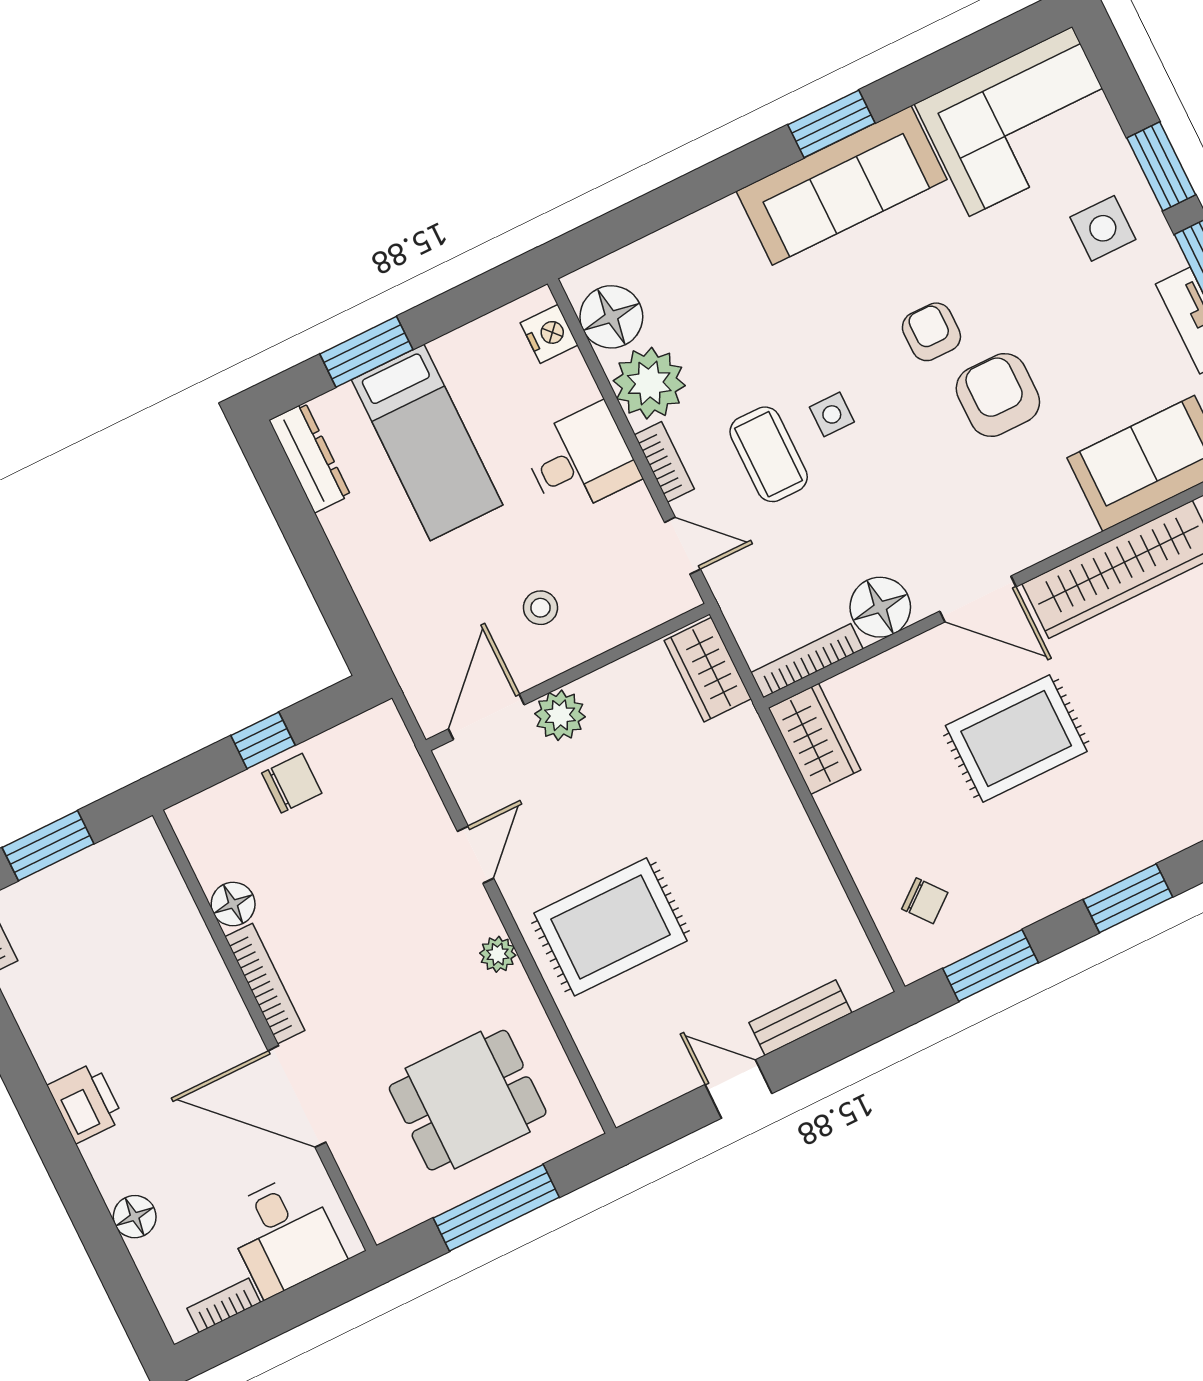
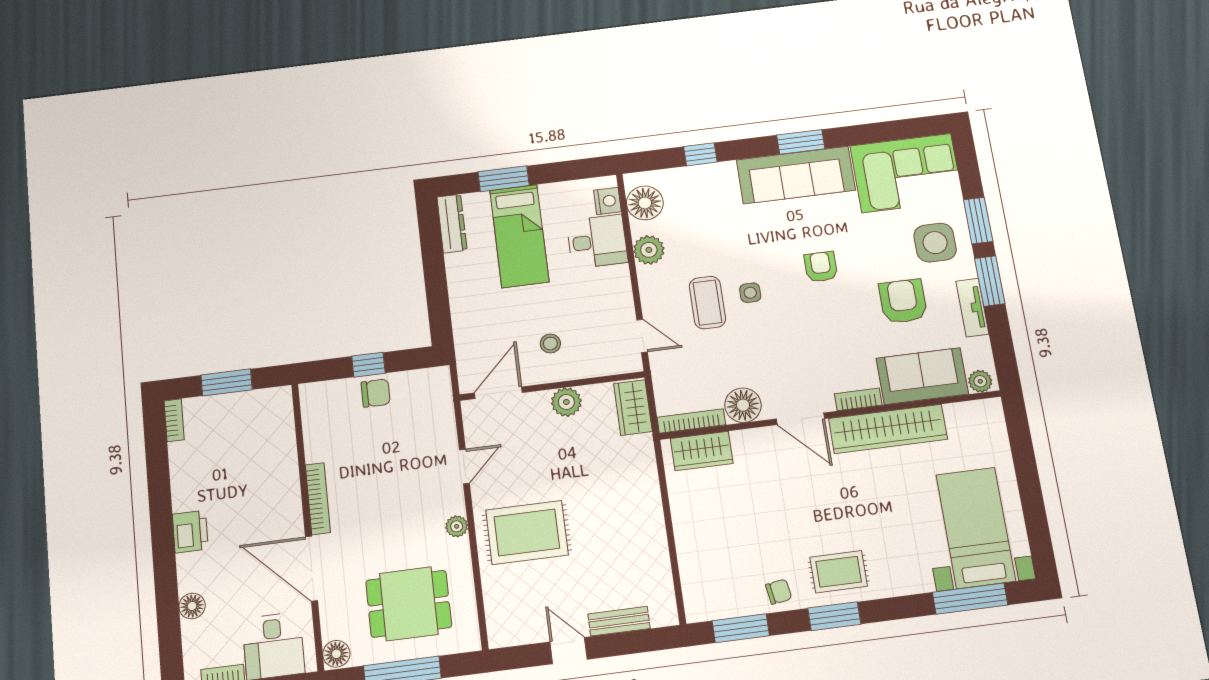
window: (674, 201) -> (700, 154), added
side table: (1103, 228) -> (935, 243), width x1.37, depth x1.37
plant: (649, 383) -> (649, 250), width x0.73, depth x0.73
armchair: (998, 395) -> (903, 301), moved
desk: (581, 460) -> (597, 241), moved
bookcase: (664, 462) -> (858, 399), moved, turned -90
plant: (560, 715) -> (566, 402), moved
wardrobe: (815, 739) -> (702, 451), moved, turned 90
rug: (1016, 739) -> (839, 572), moved, width x0.73, depth x0.70
chair: (925, 901) -> (779, 592), moved, turned -60
floor lamp: (233, 904) -> (336, 654), moved

